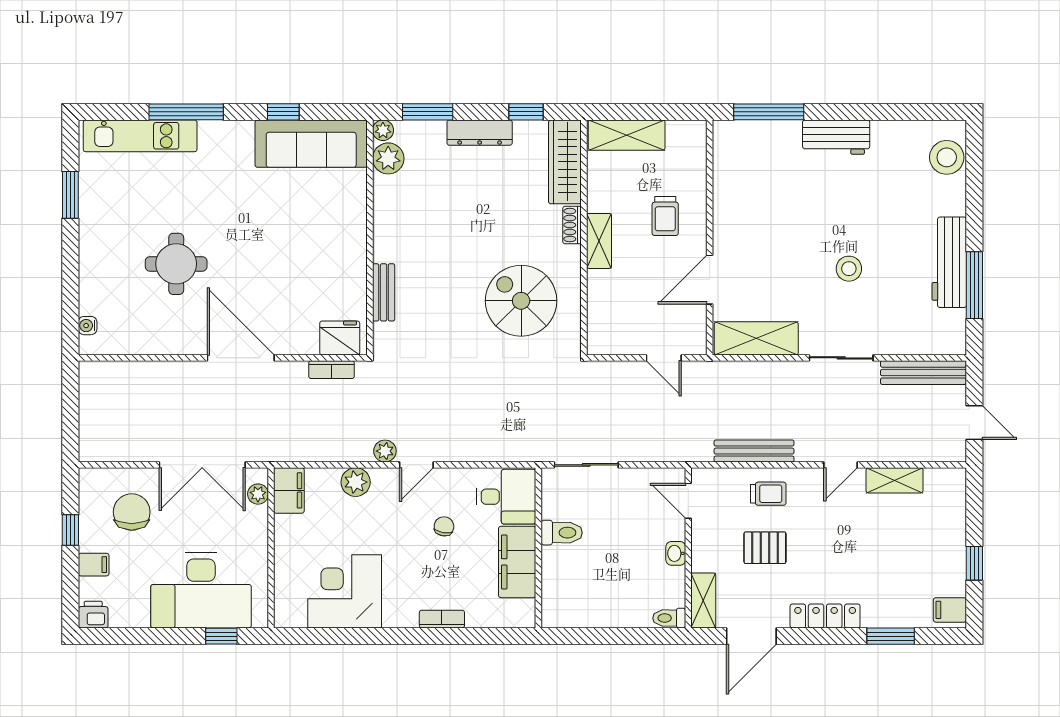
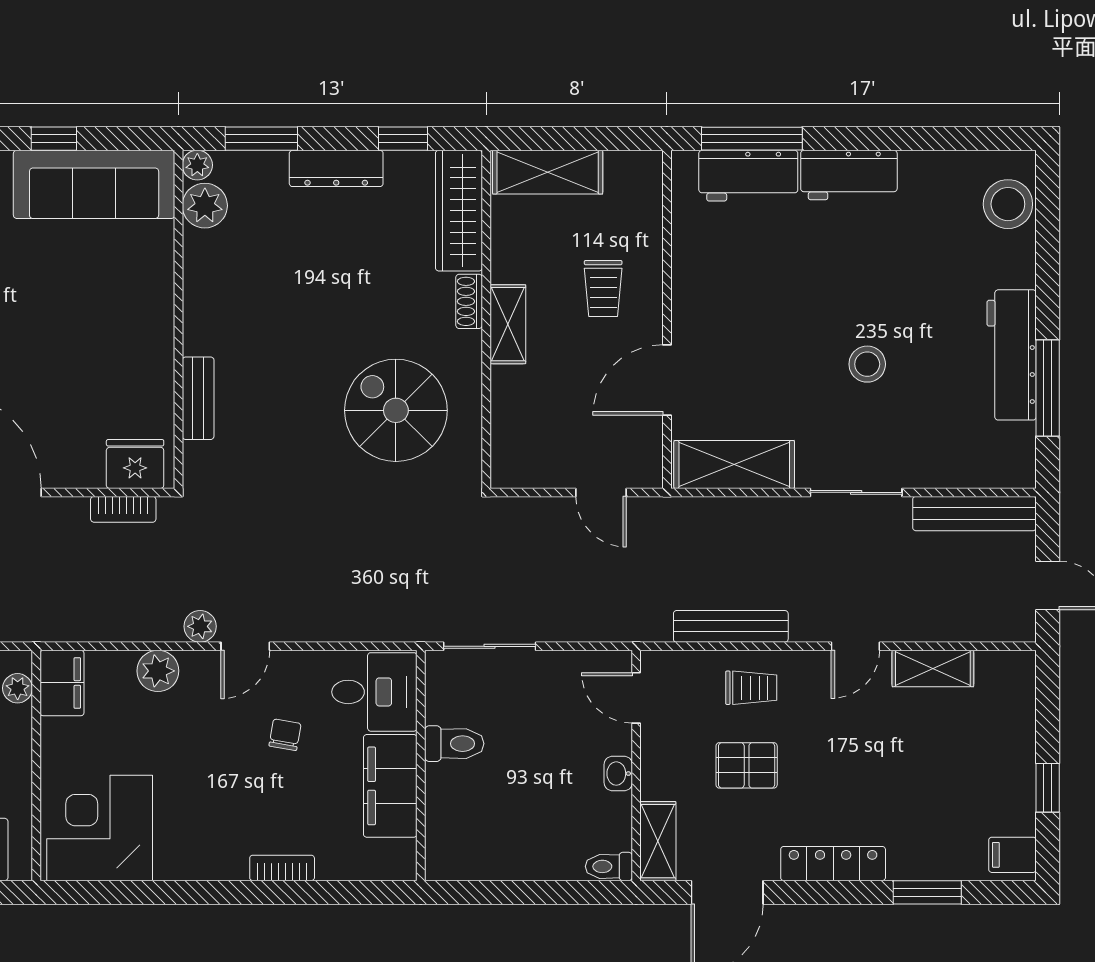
workbench: (766, 138) -> (748, 176), added
corner desk: (345, 591) -> (100, 828), moved

